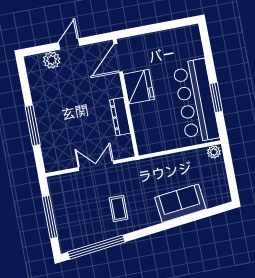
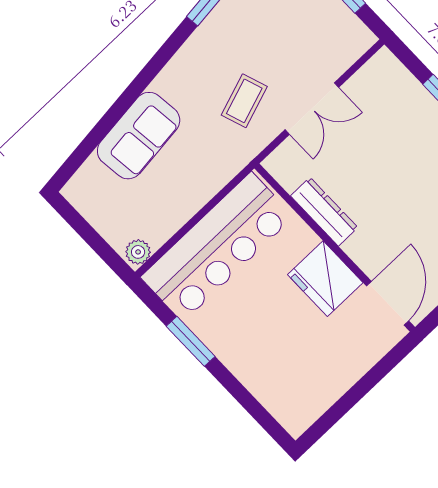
bar counter: (196, 101) -> (217, 247), moved, turned 90
coffee table: (118, 208) -> (244, 101), moved, turned 71

